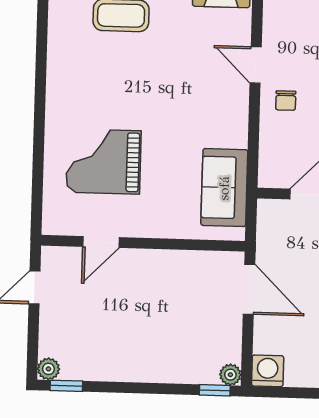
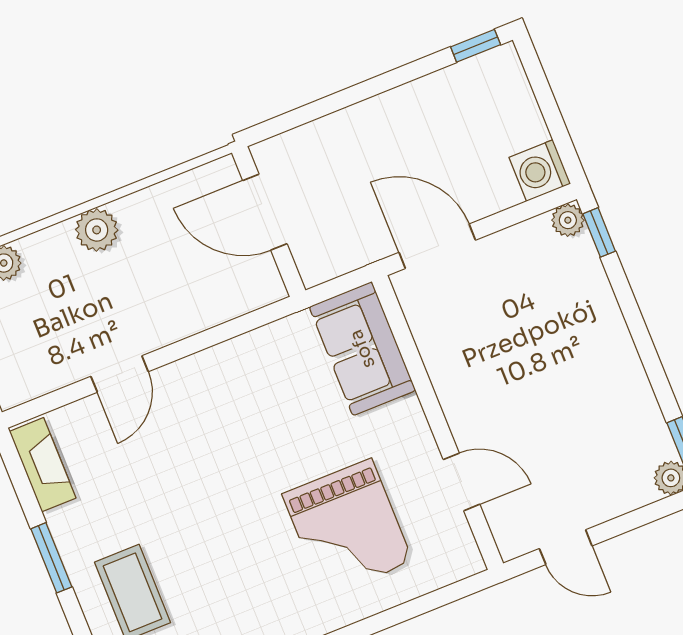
chair: (286, 101) -> (151, 310), removed
sofa: (224, 188) -> (362, 349), moved, turned 90
door: (249, 289) -> (437, 246), hinge flipped

